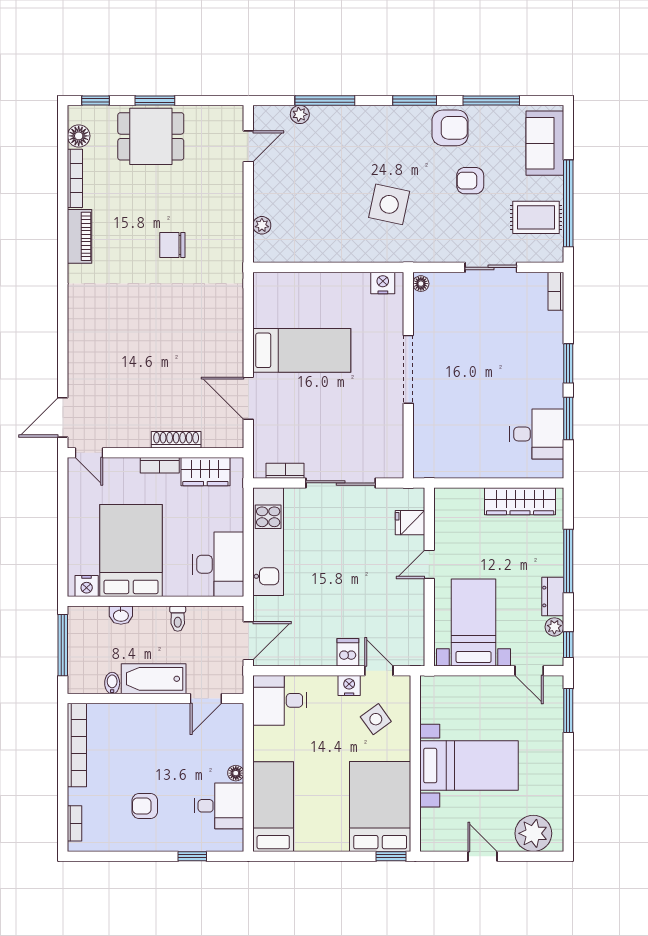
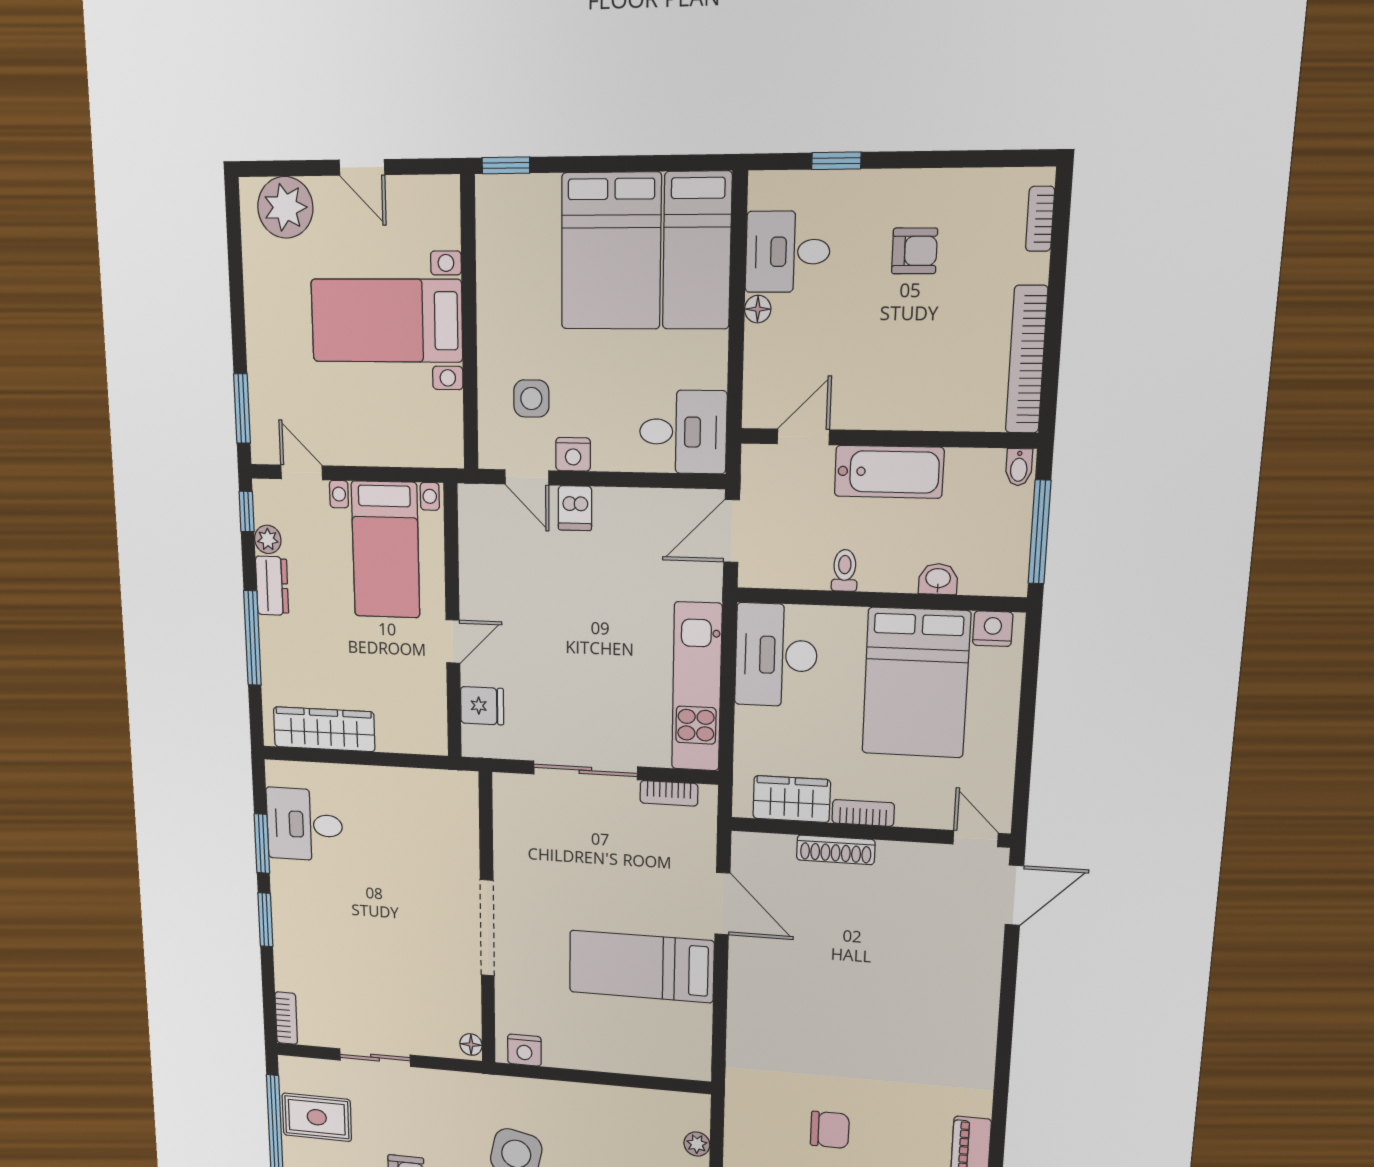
bidet: (112, 683) -> (1019, 467), moved
side table: (376, 719) -> (531, 399), turned 36
bed: (380, 806) -> (611, 251), moved

